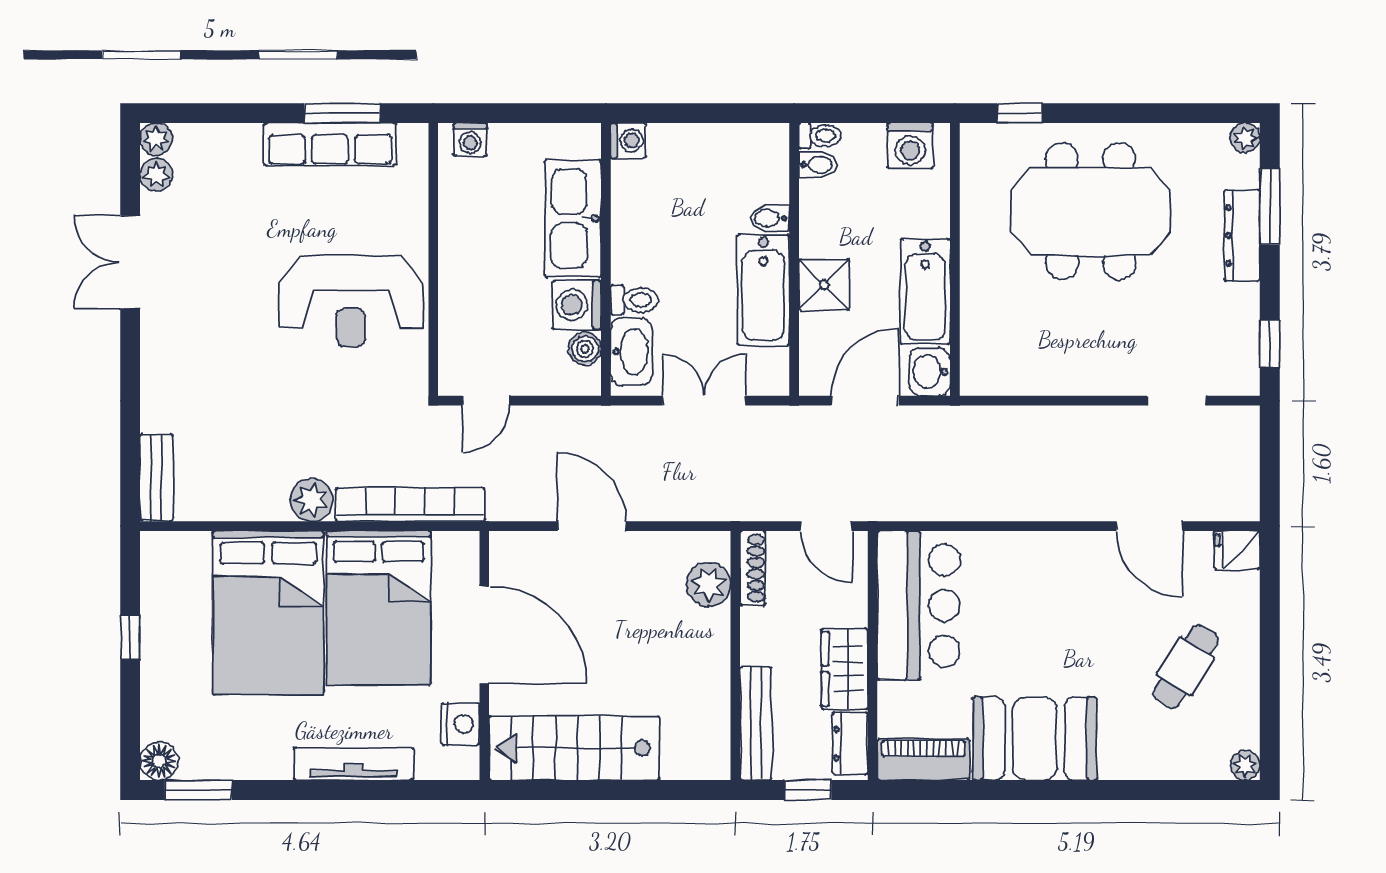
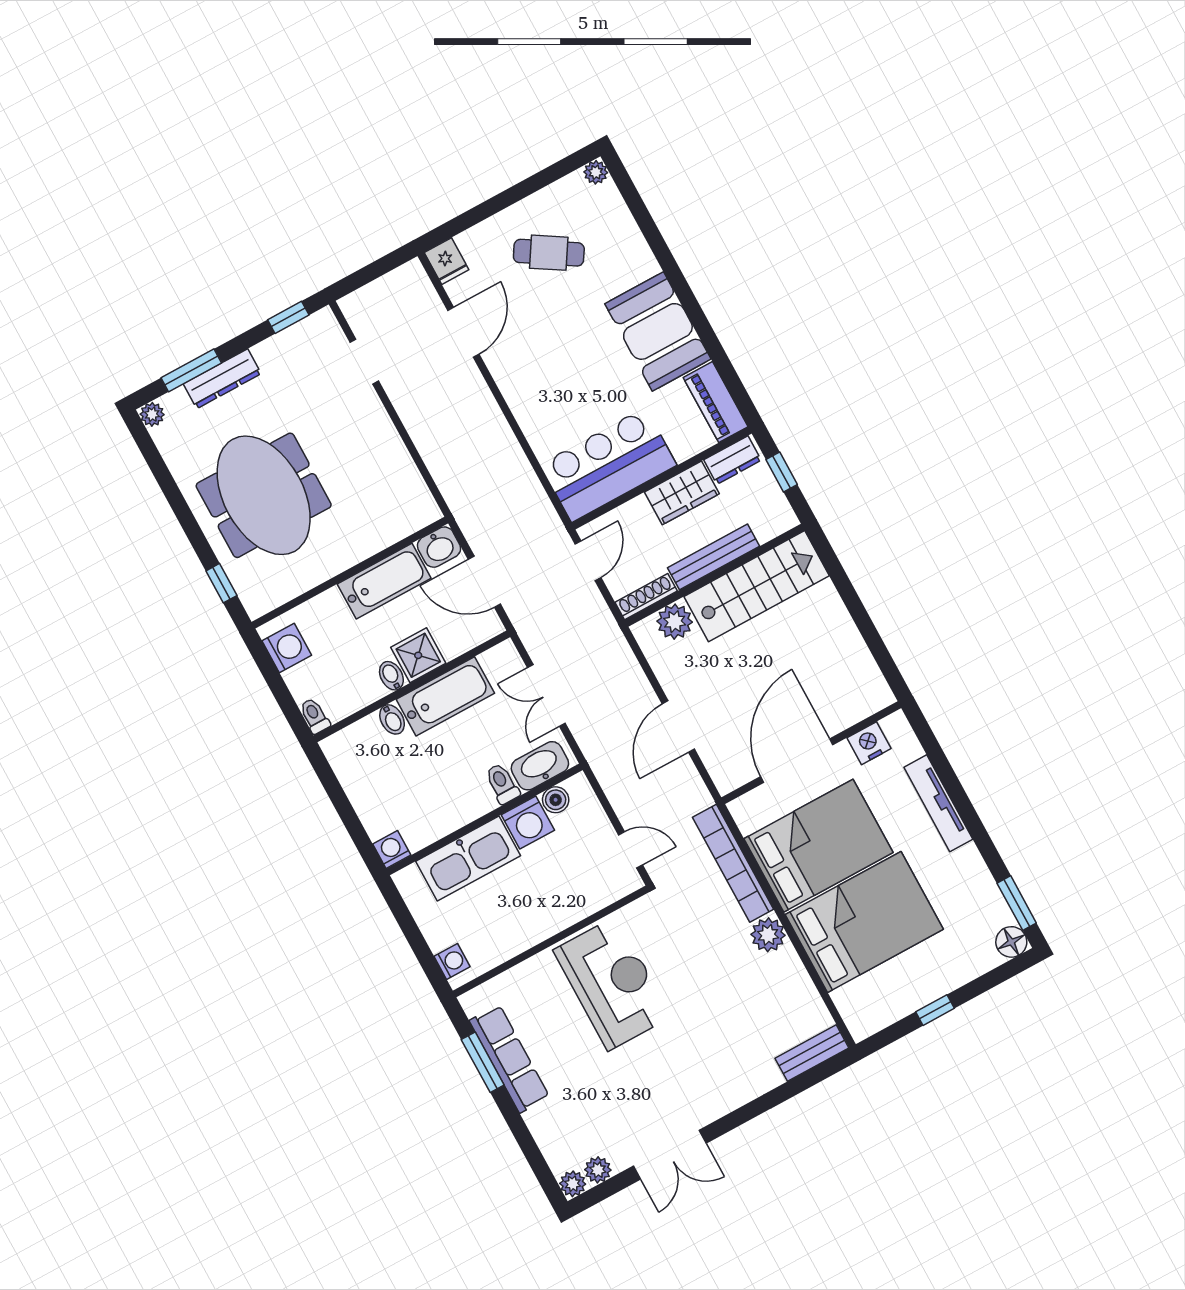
bidet: (818, 165) -> (391, 676), moved
bench: (756, 724) -> (714, 557), moved
stairs: (574, 748) -> (757, 586), moved, turned -90

